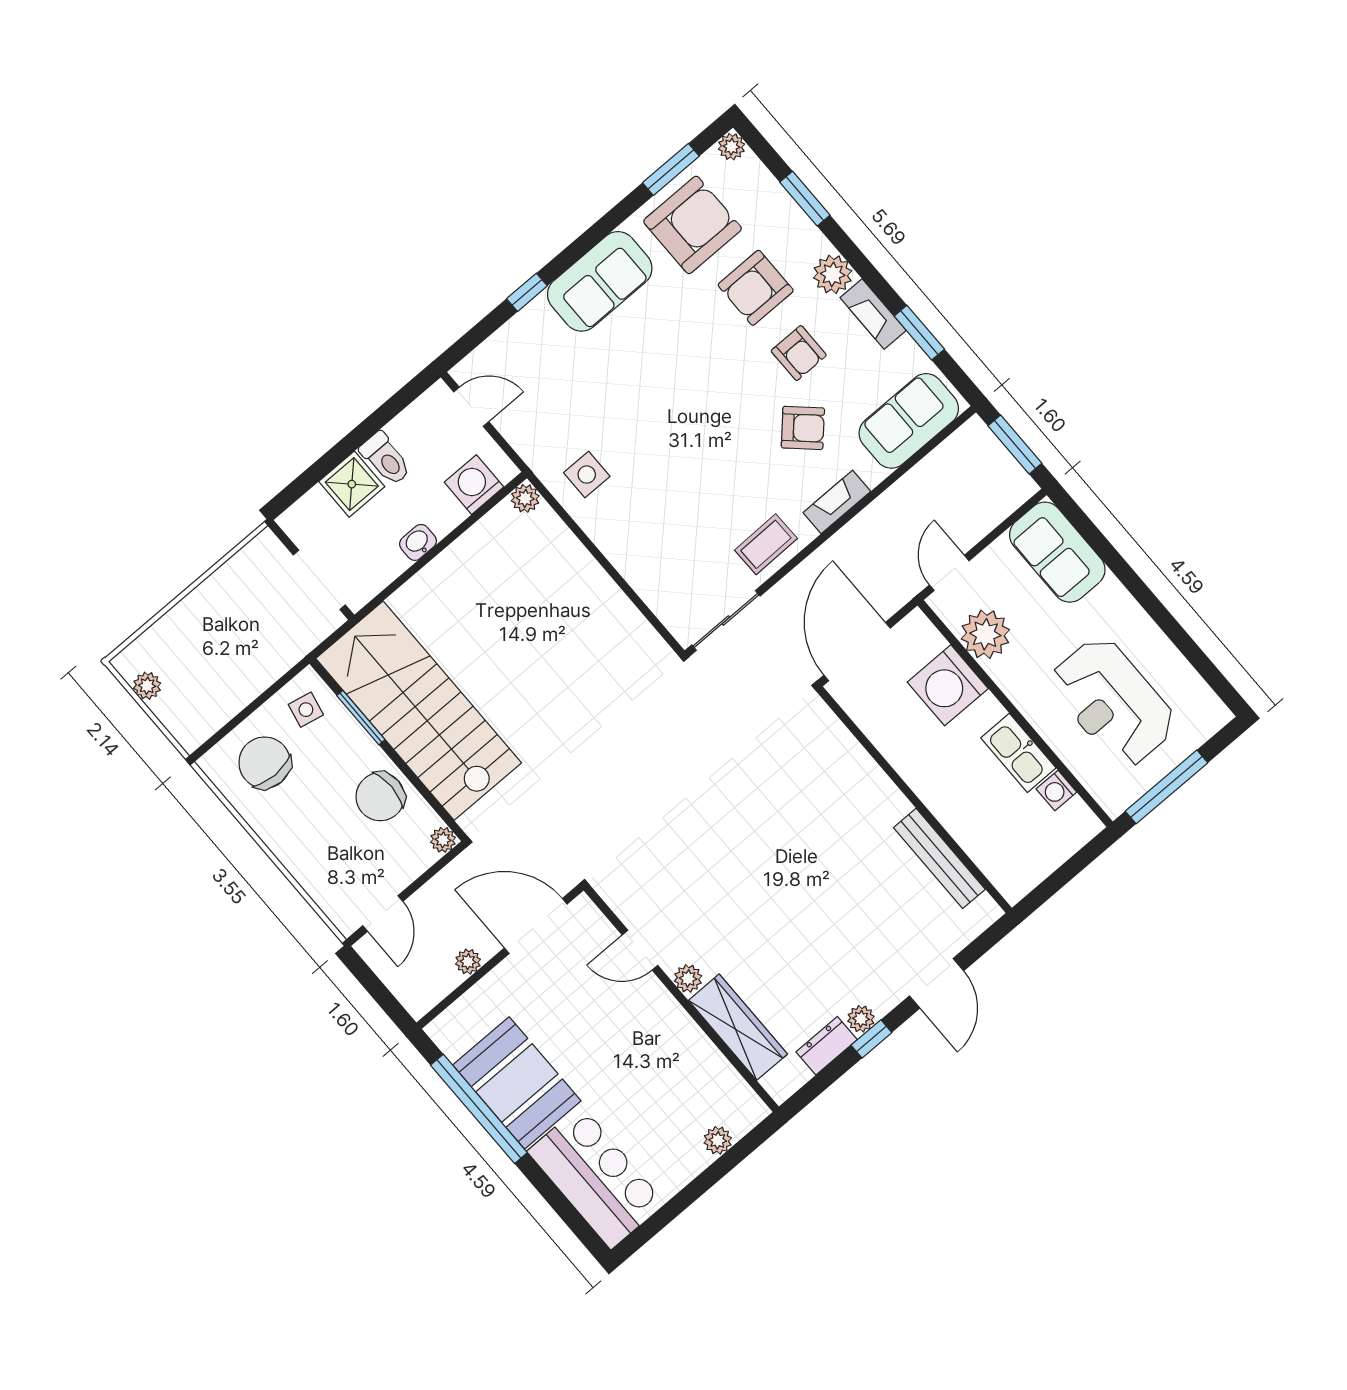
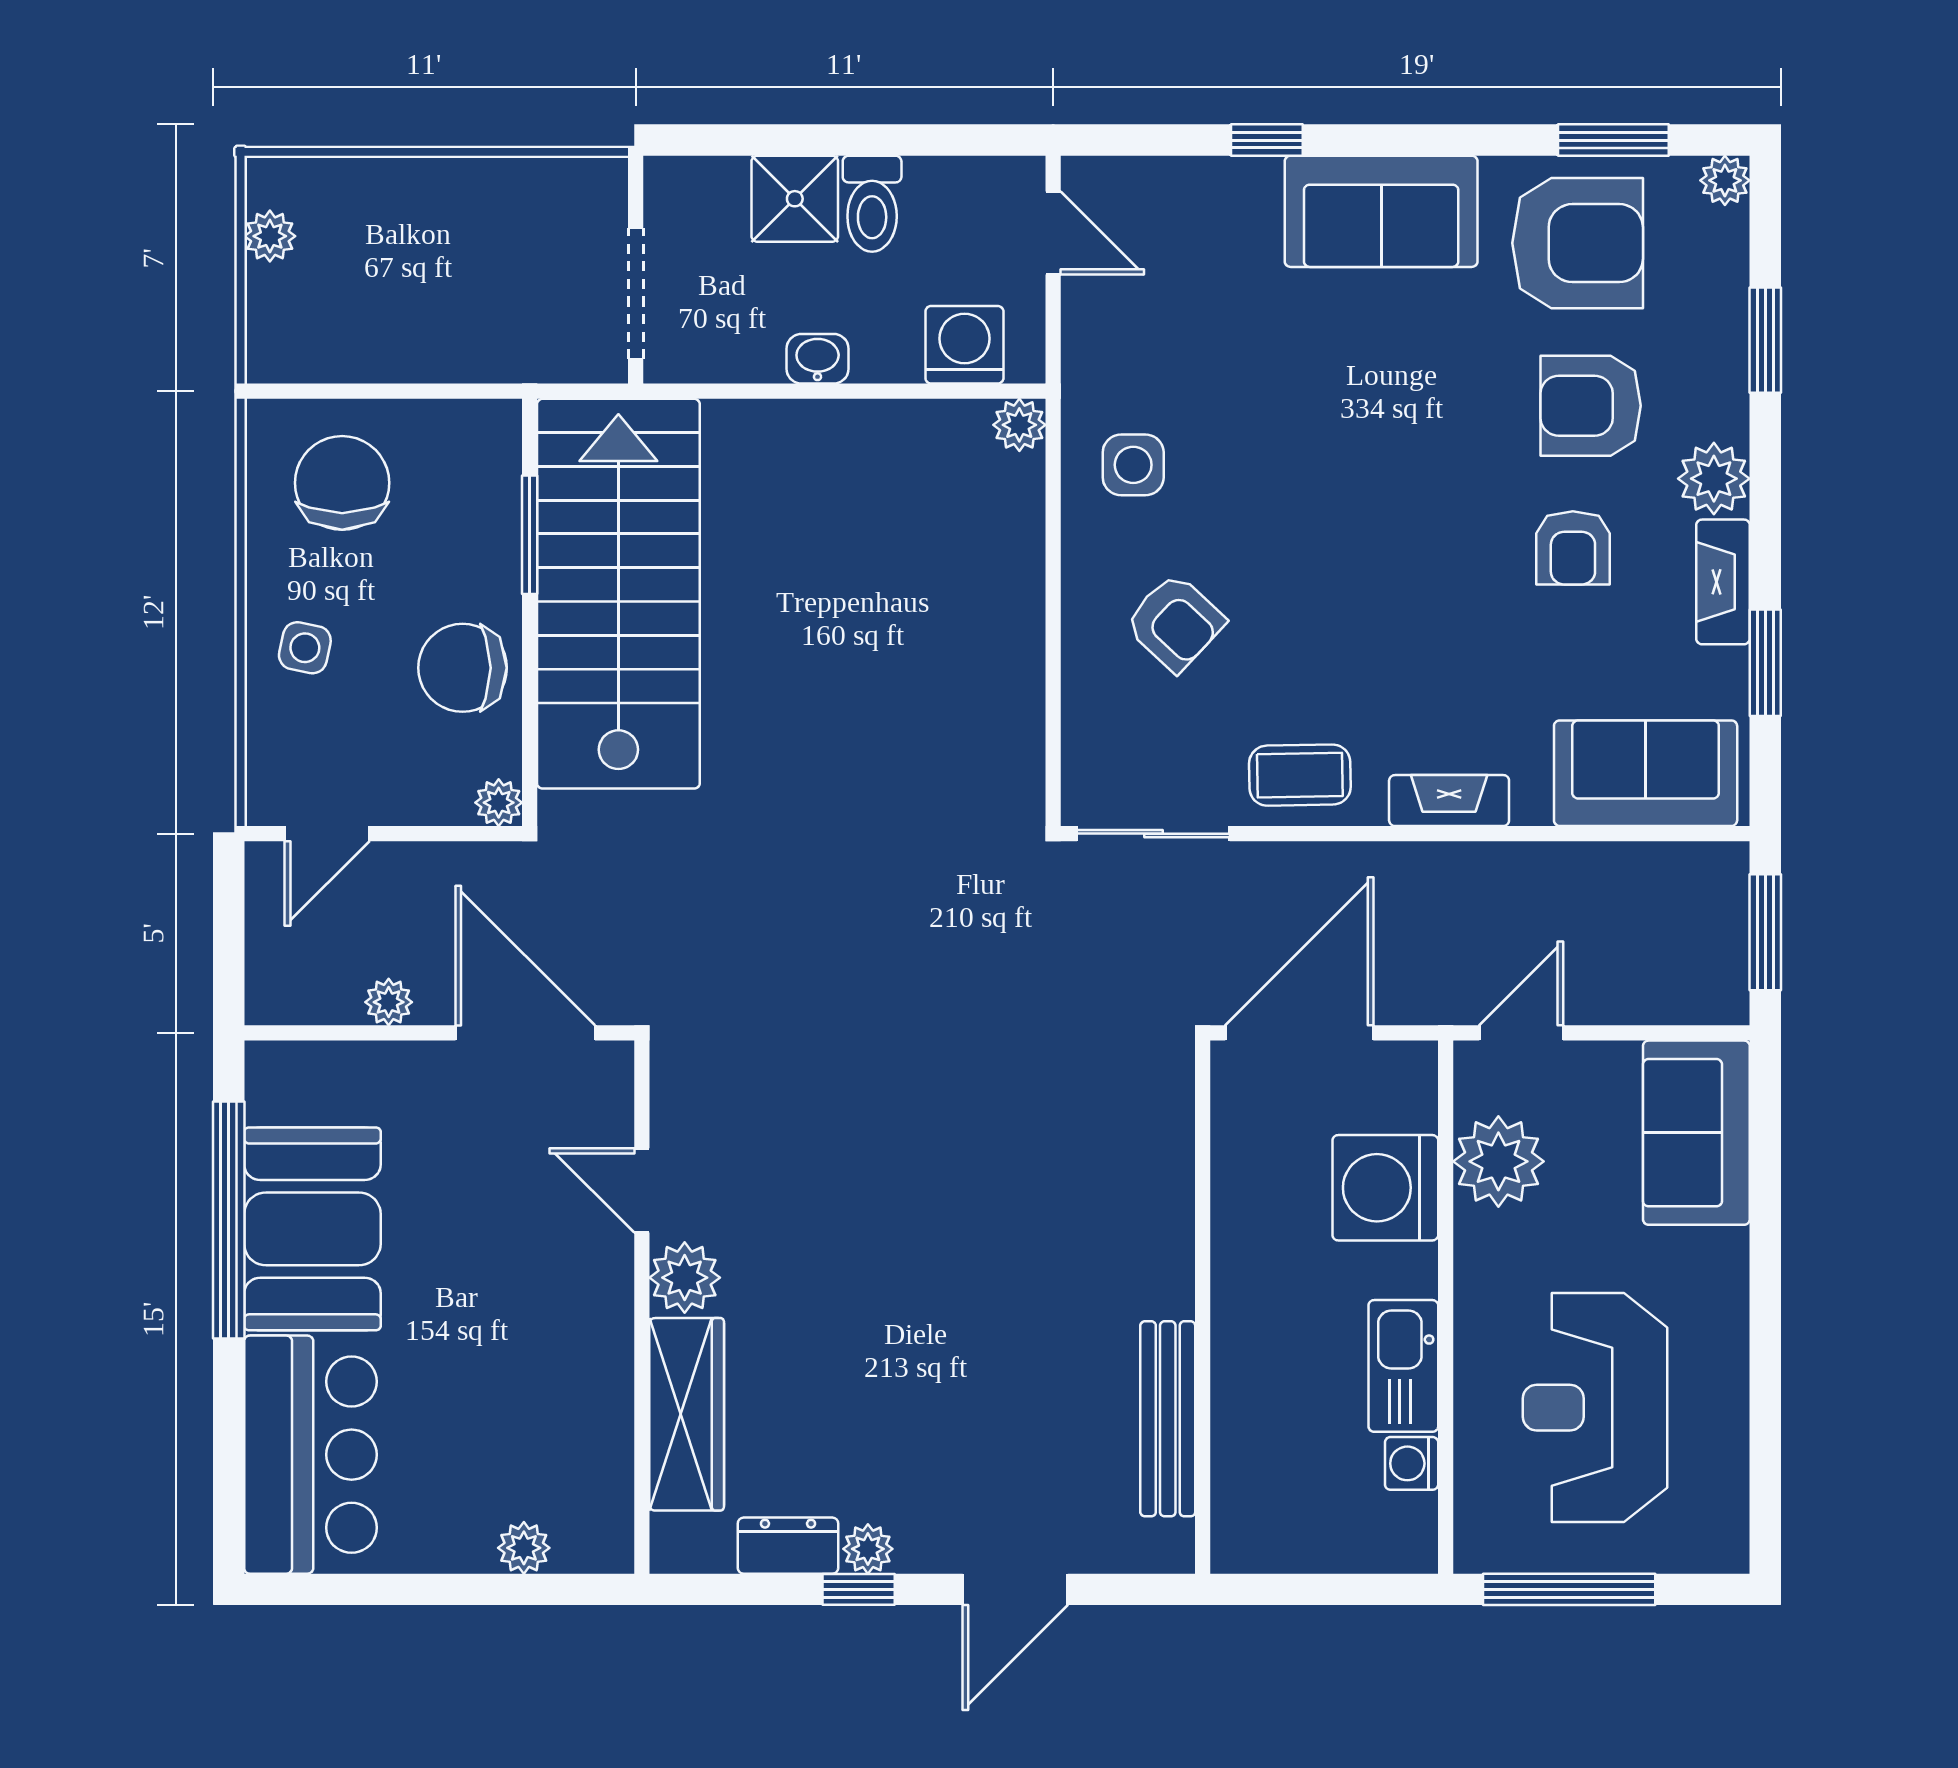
armchair: (803, 428) -> (1175, 622), moved
side table: (306, 710) -> (305, 648), moved
plant: (688, 979) -> (685, 1278), width x1.38, depth x1.38

